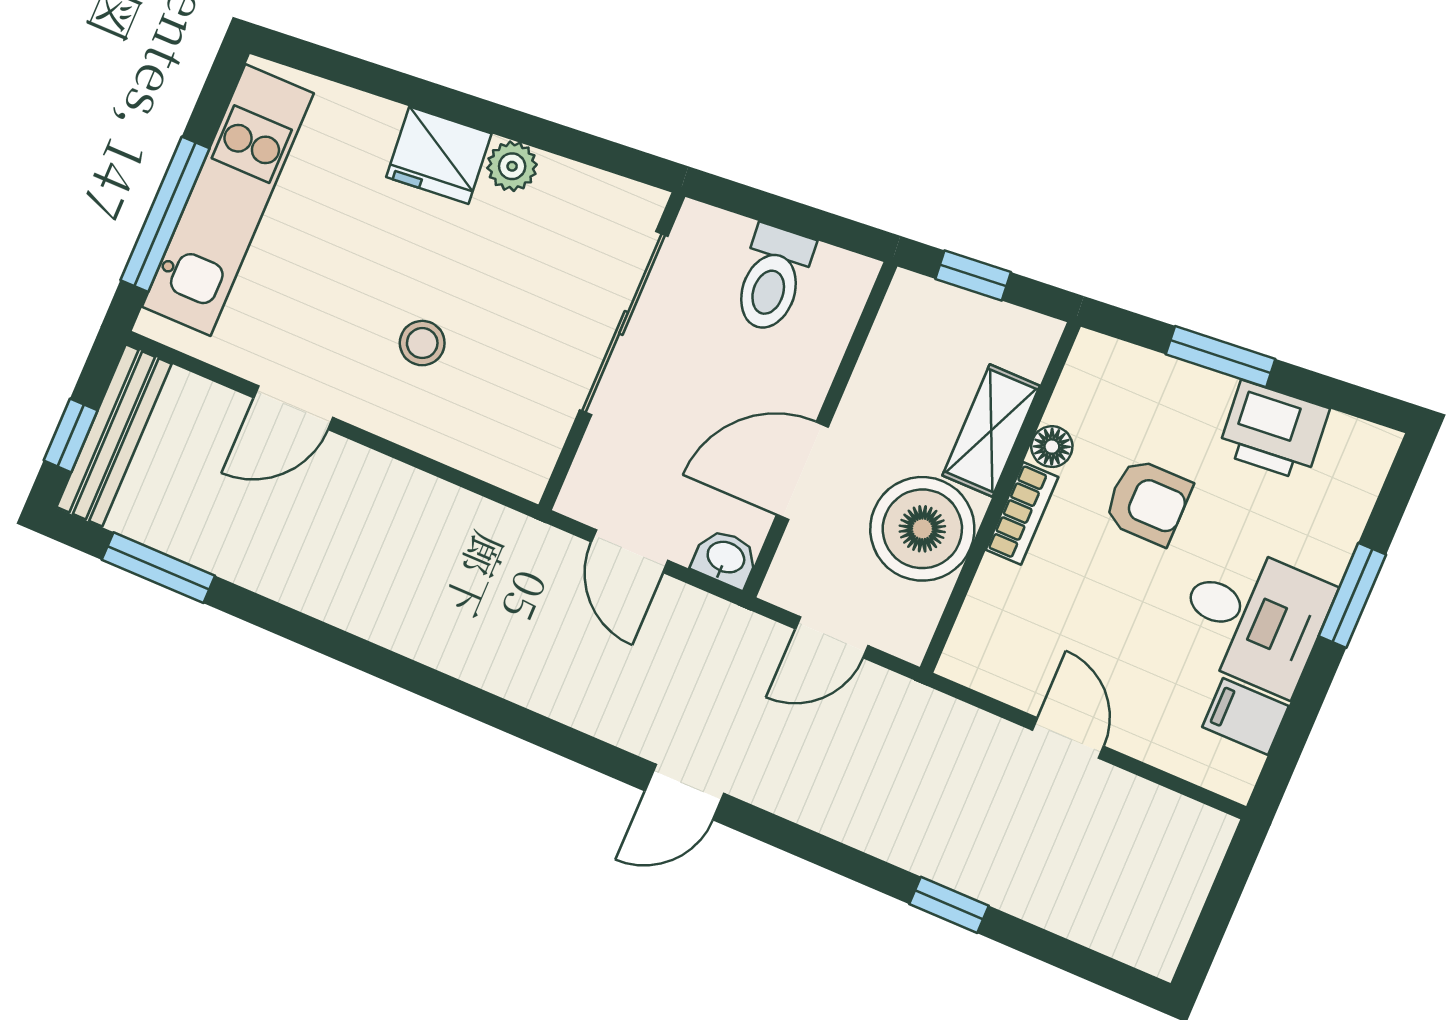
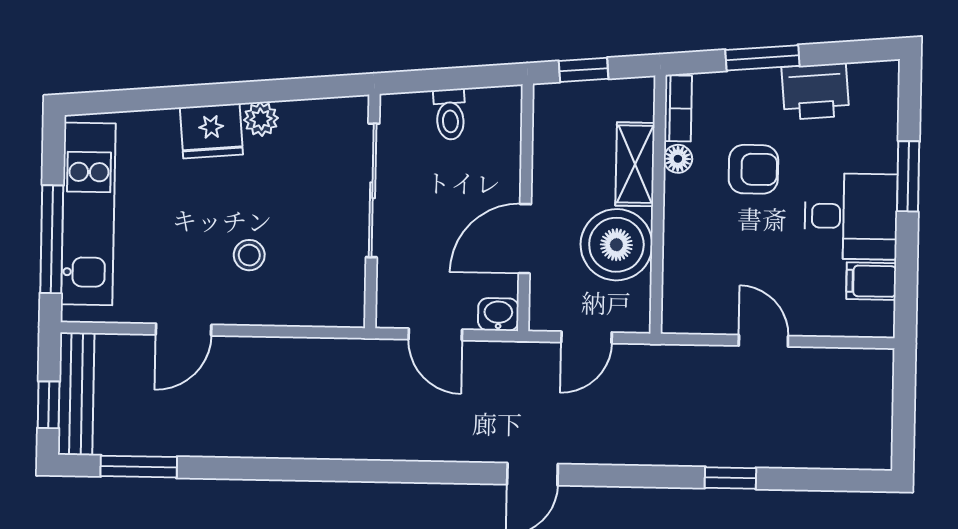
toilet: (773, 279) -> (450, 114), width x0.73, depth x0.72
bookcase: (1022, 513) -> (678, 108), moved

